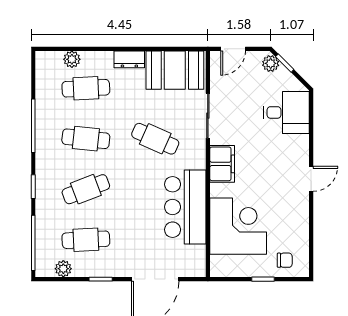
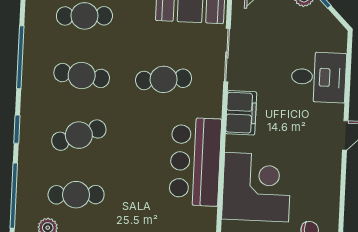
desk: (286, 112) -> (319, 77), moved
cafe table: (155, 139) -> (164, 79), turned -30

